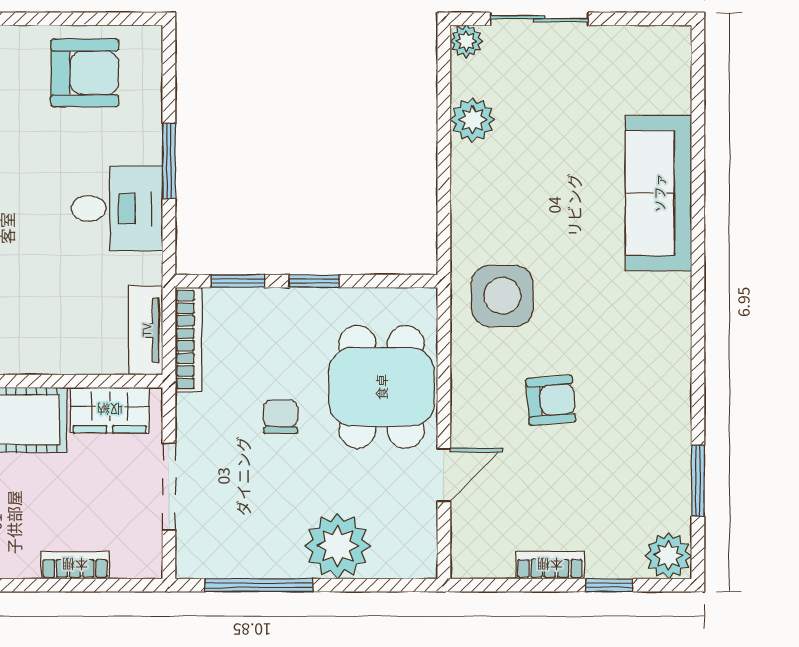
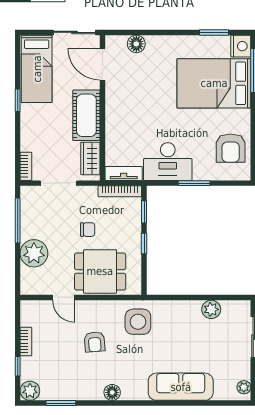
plant: (466, 41) -> (244, 387), moved
desk: (117, 208) -> (168, 162), width x1.37
floor lamp: (672, 358) -> (112, 392), added
bookcase: (75, 565) -> (26, 166), moved

